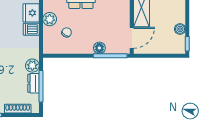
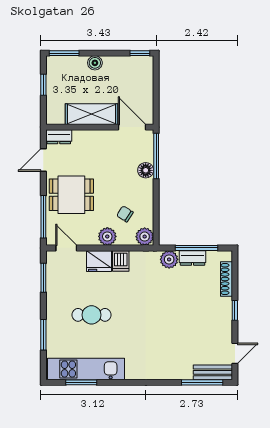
boiler: (180, 29) -> (95, 63), moved
plant: (50, 47) -> (145, 237), added

